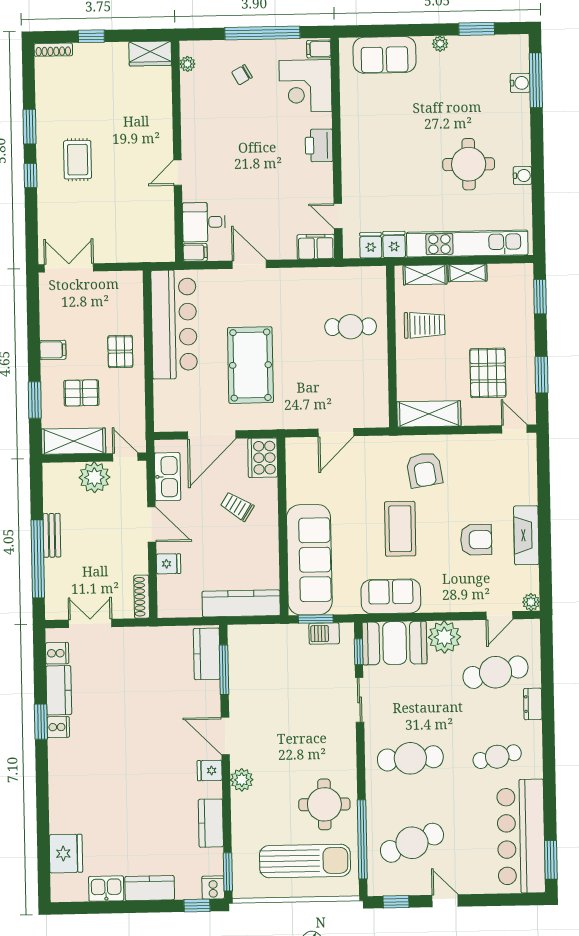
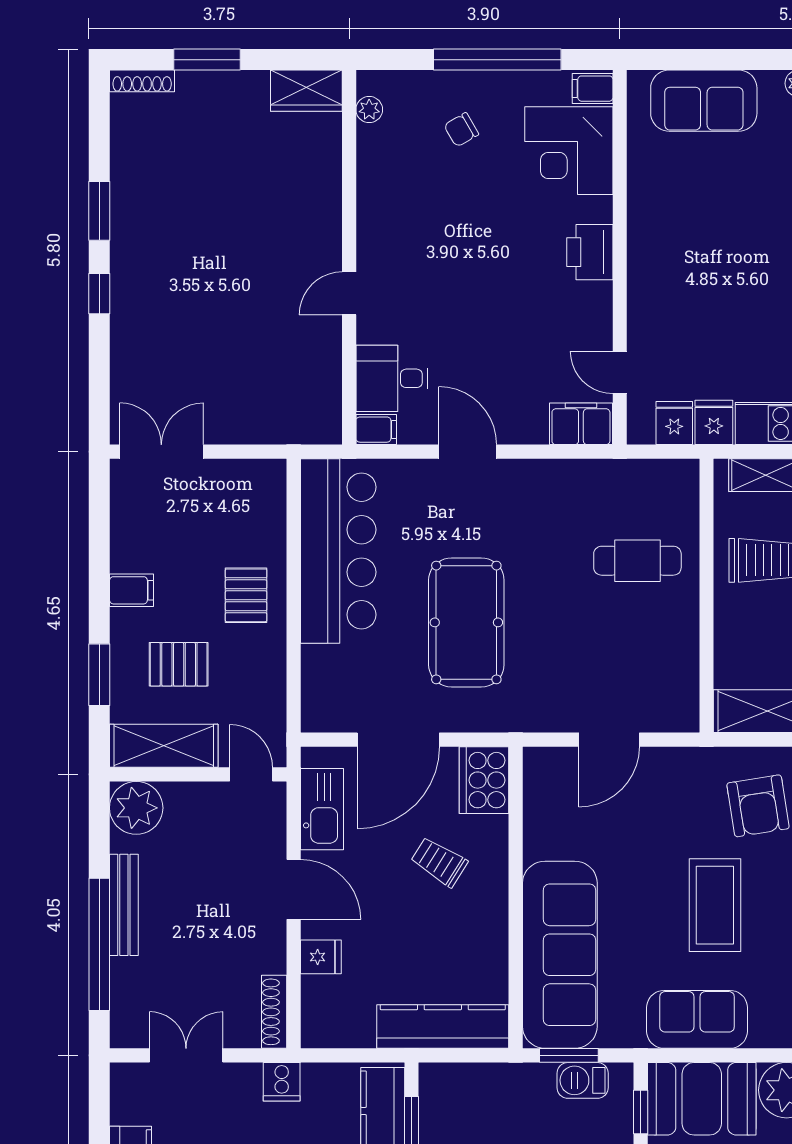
window: (91, 36) -> (207, 60), width x1.50
rug: (78, 160) -> (180, 268), removed
plant: (94, 477) -> (136, 808), moved
bench: (52, 535) -> (124, 905), width x1.36
cooker: (57, 653) -> (282, 1082), moved, turned 90

